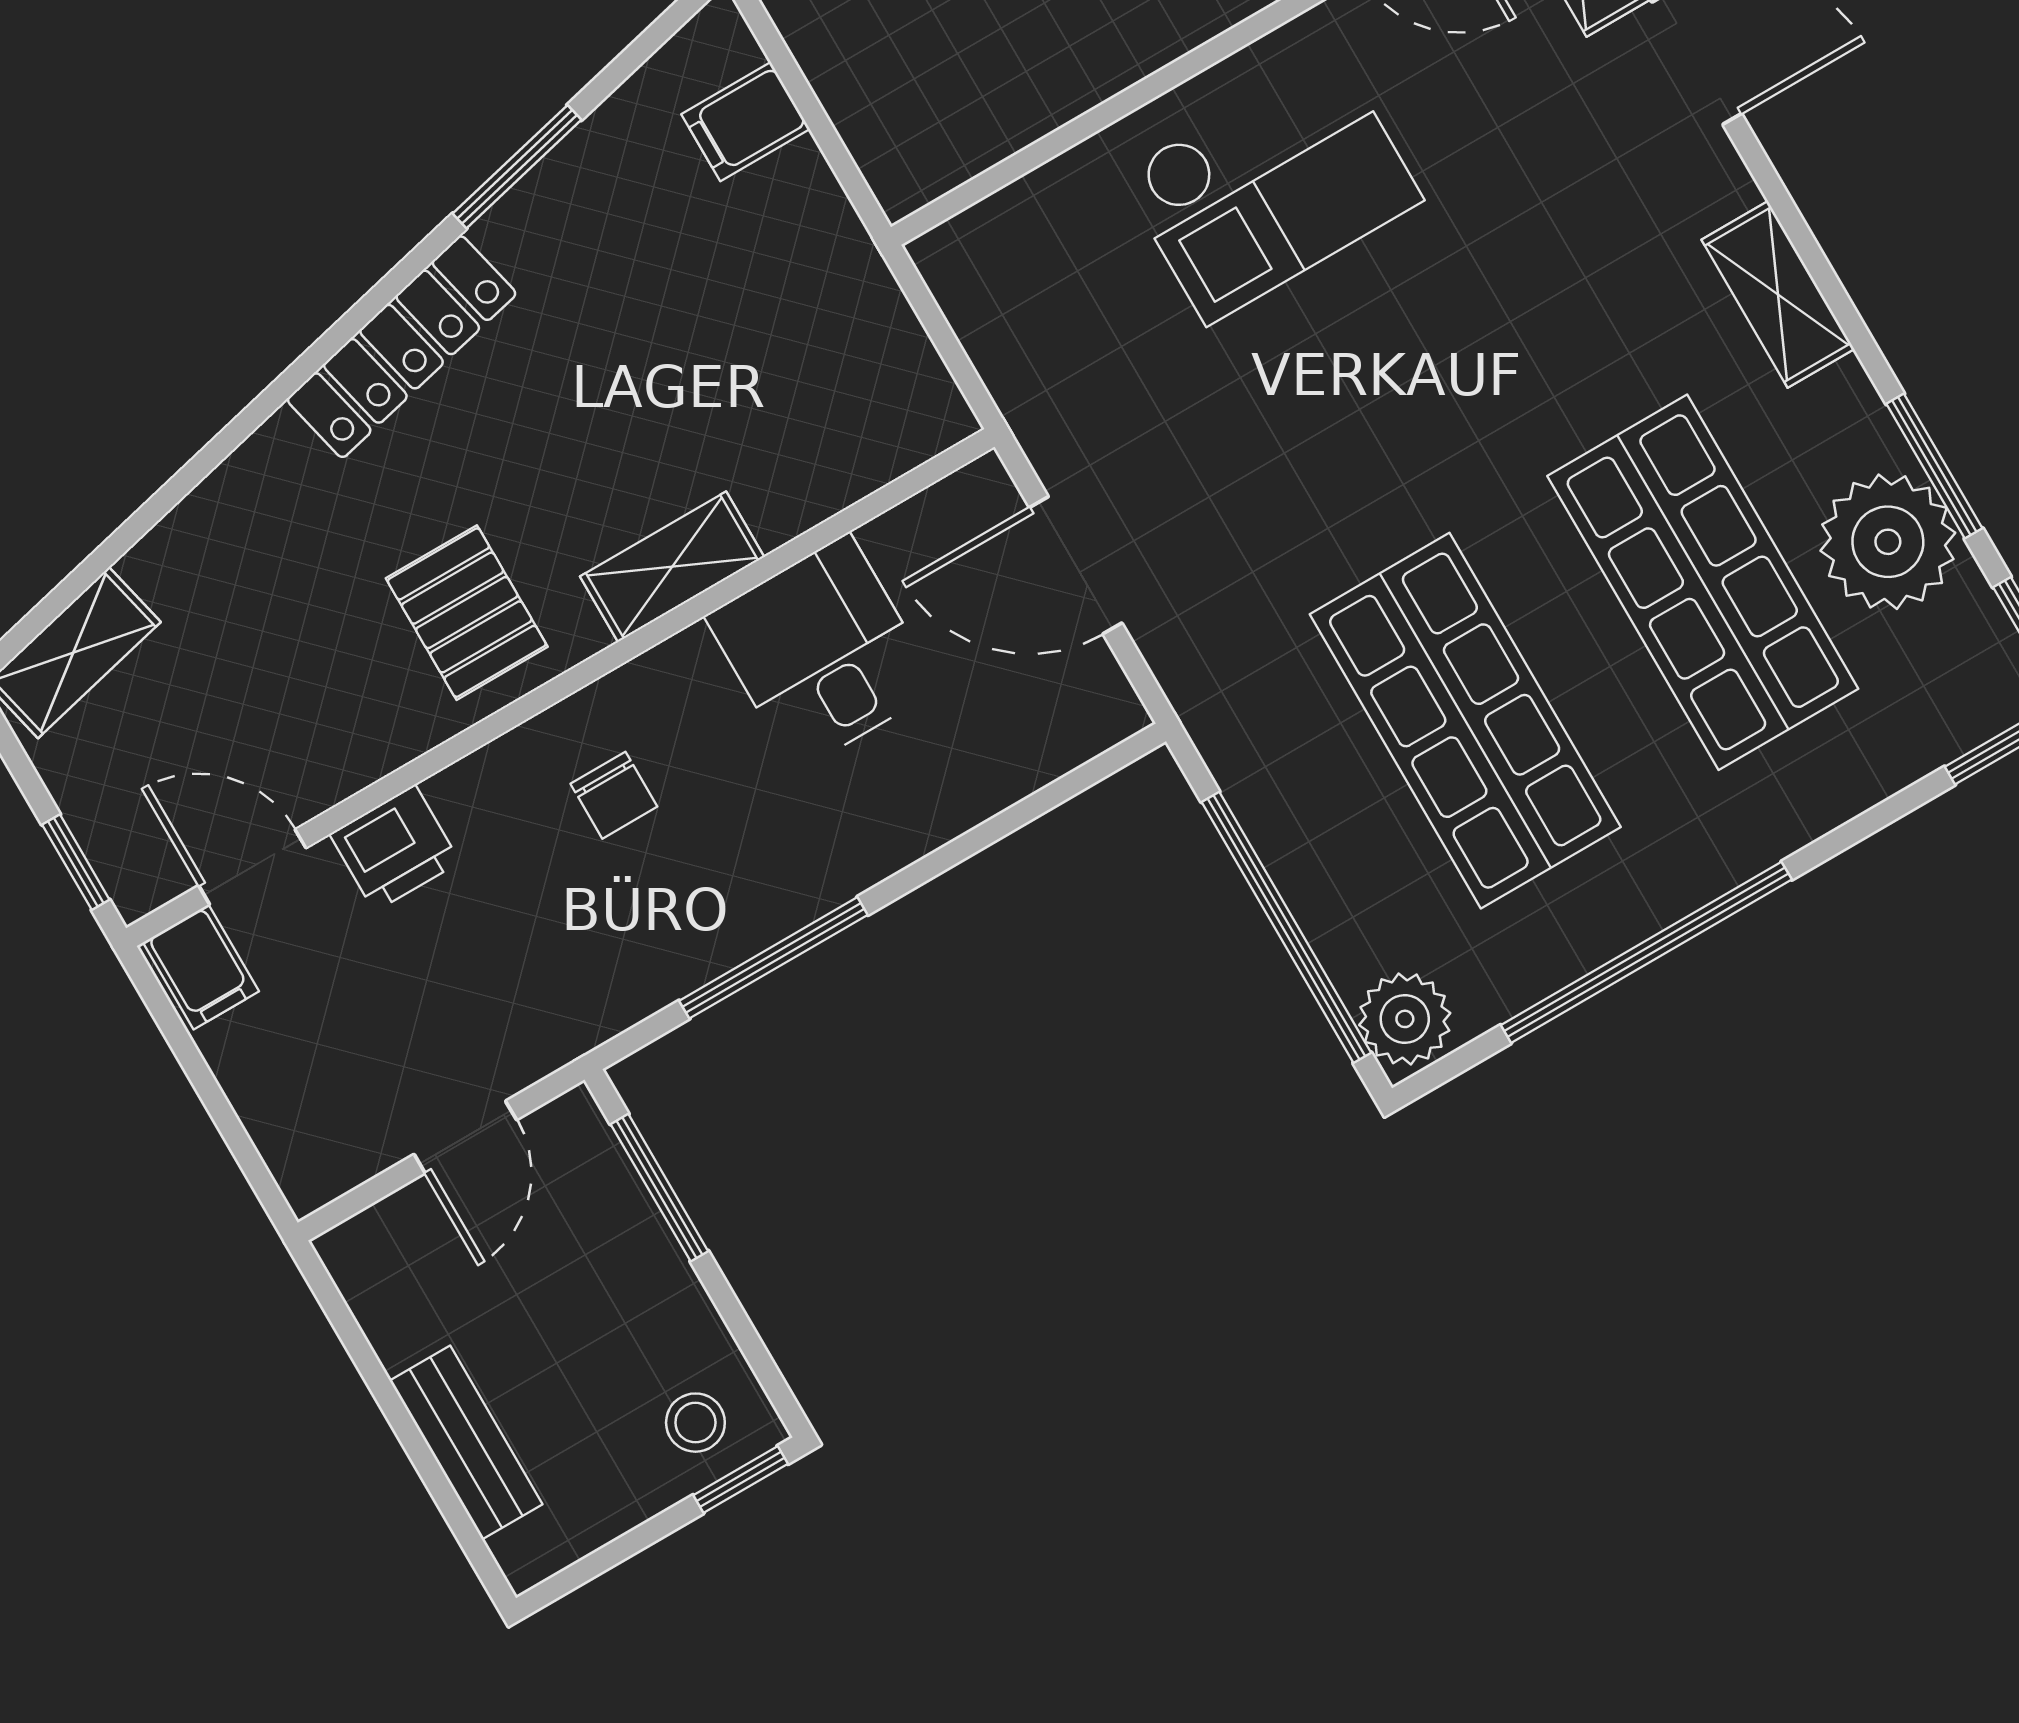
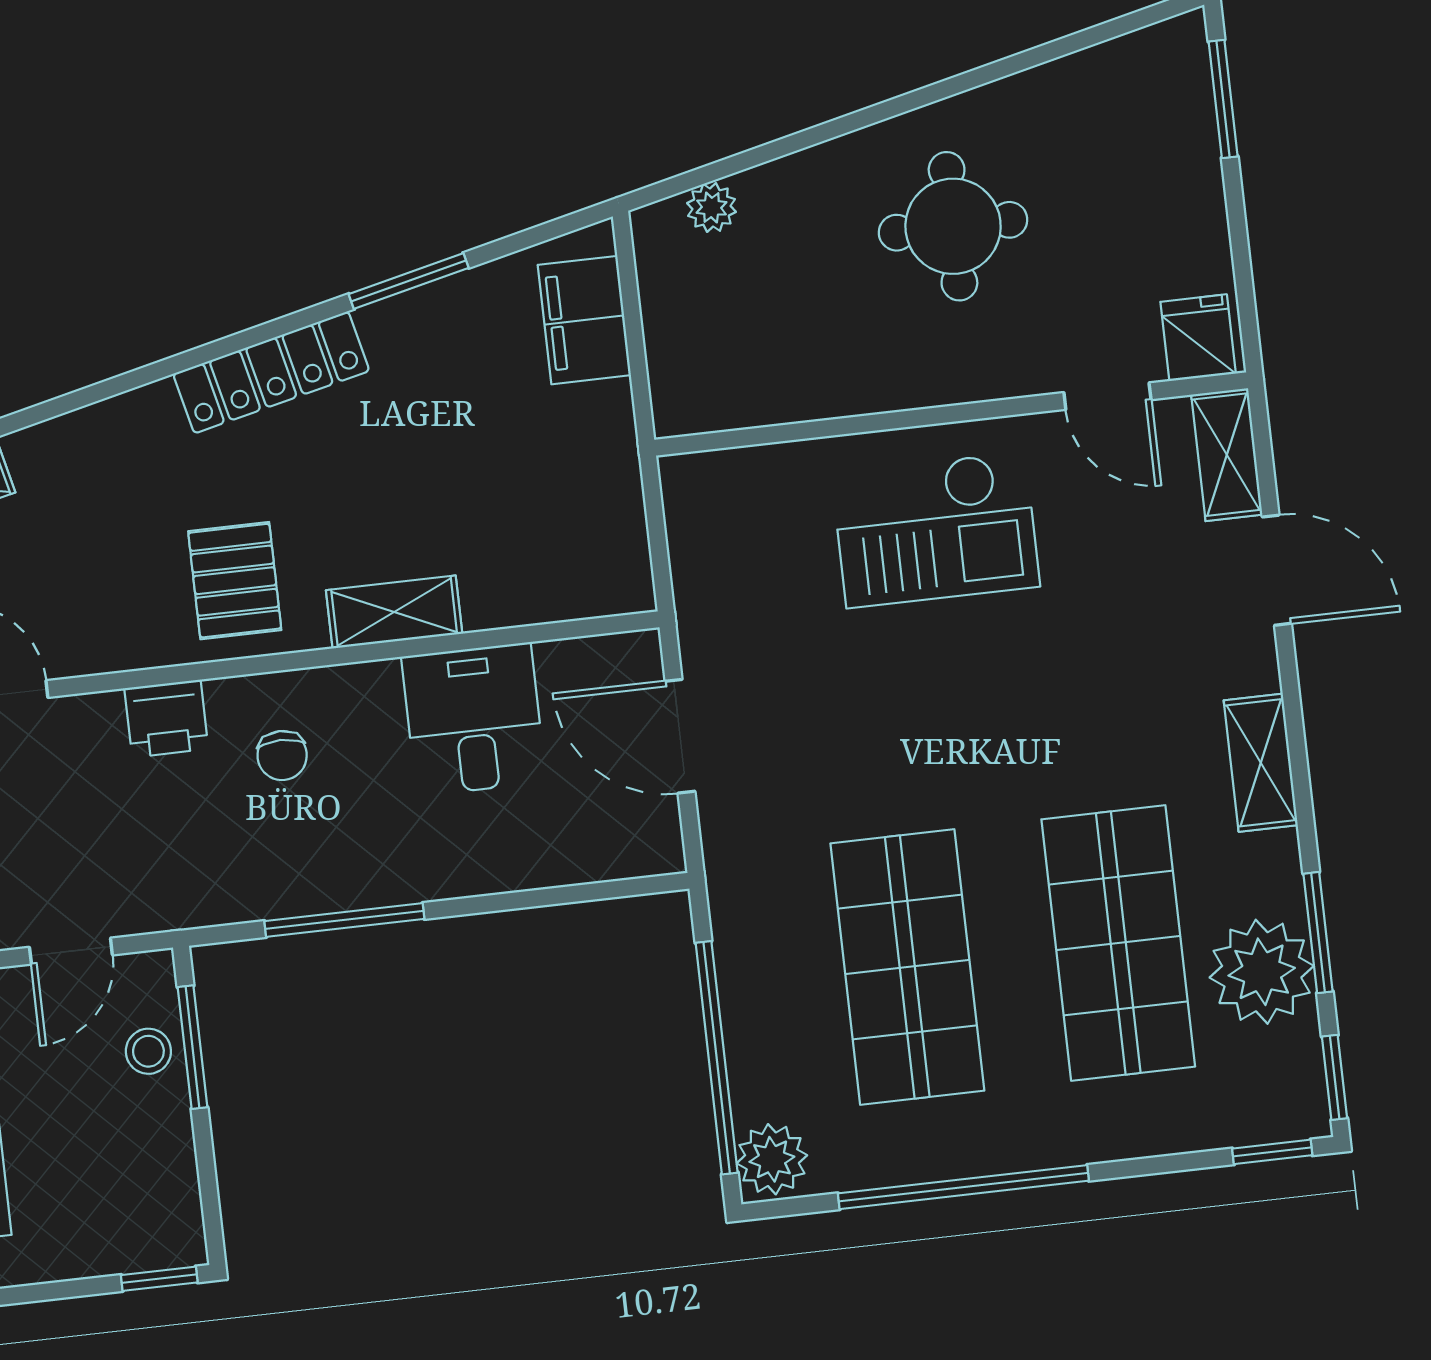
filing cabinet: (746, 122) -> (584, 320), width x2.00
printer: (395, 848) -> (166, 719), moved
stool: (695, 1423) -> (148, 1051), moved

